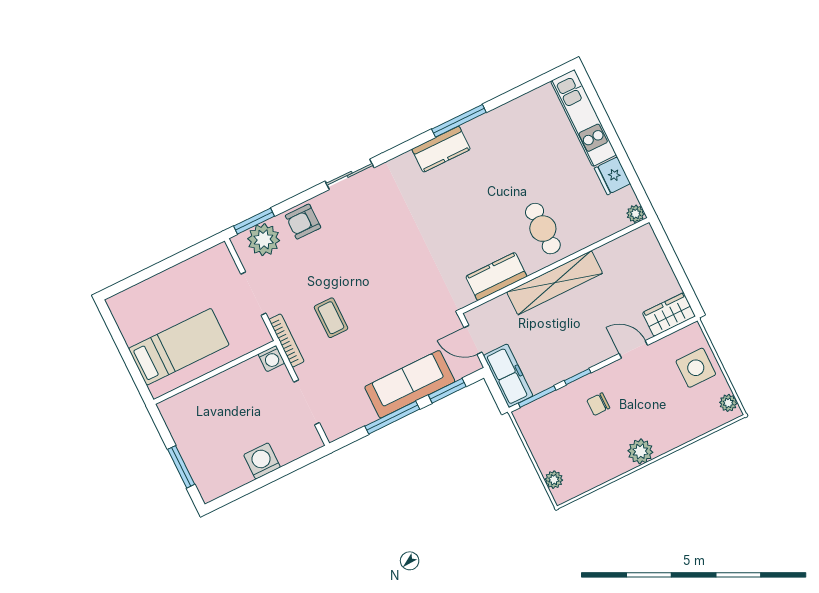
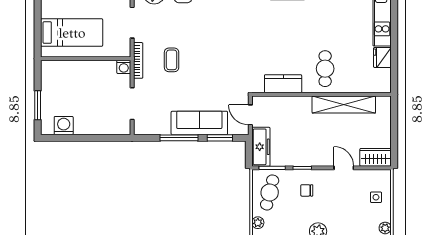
plant: (635, 214) -> (385, 87), removed
shelving: (555, 283) -> (344, 105), moved
side table: (696, 368) -> (376, 197), width x0.54, depth x0.54
cafe table: (550, 431) -> (270, 192), added
washing machine: (262, 461) -> (64, 126), moved

